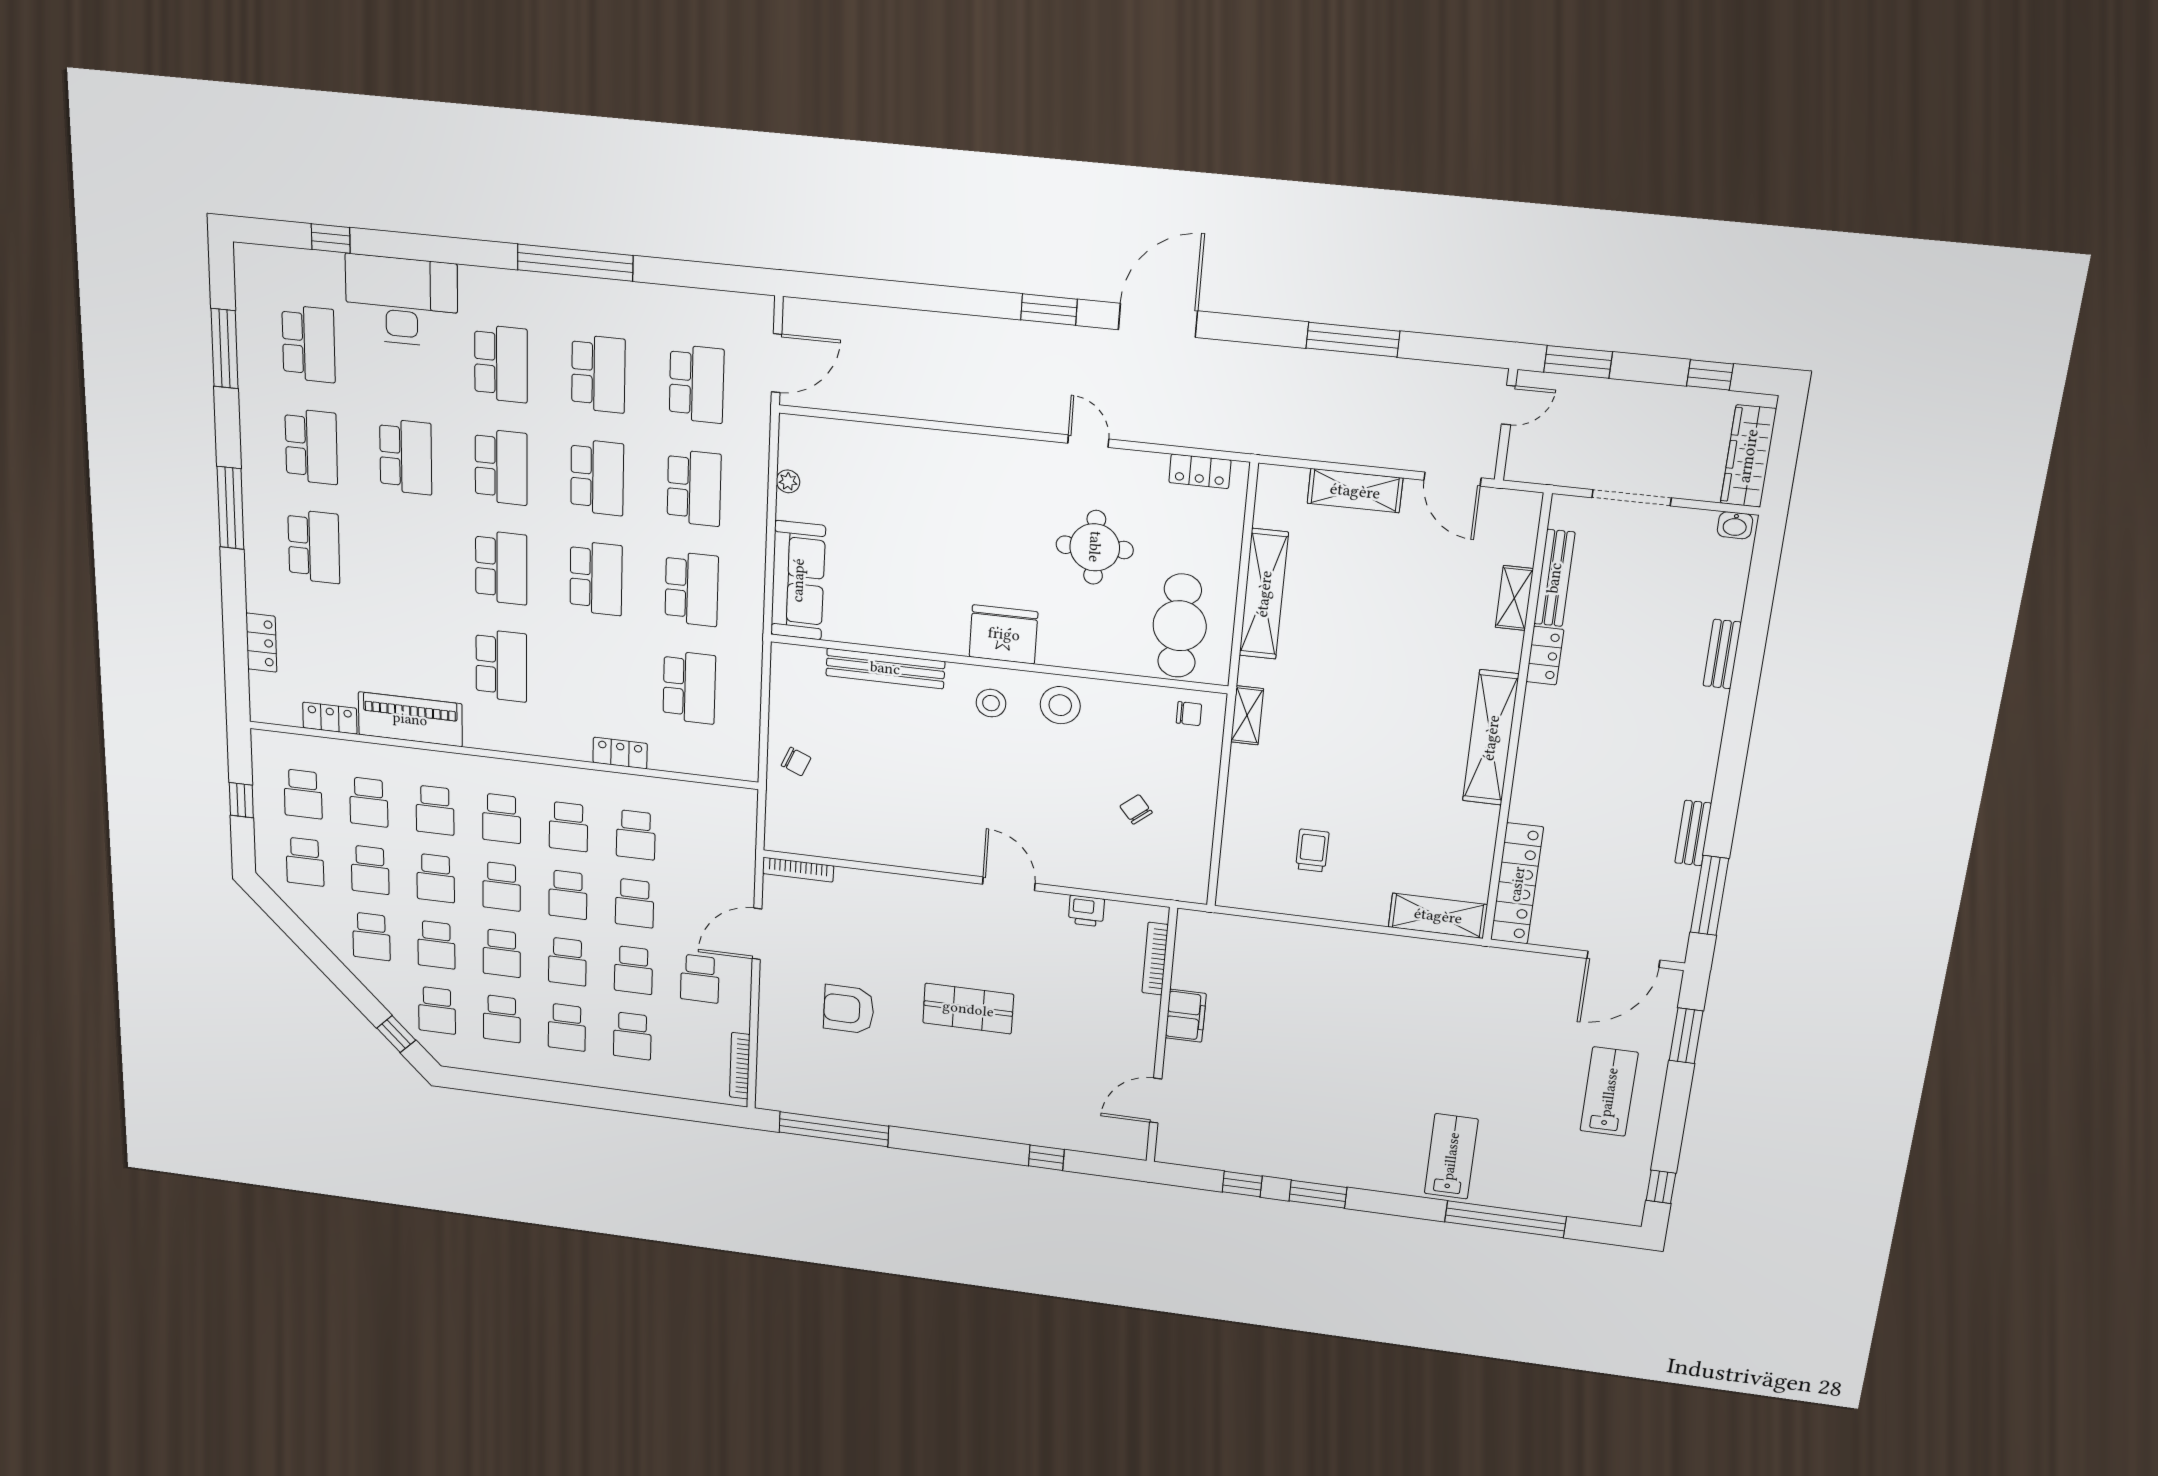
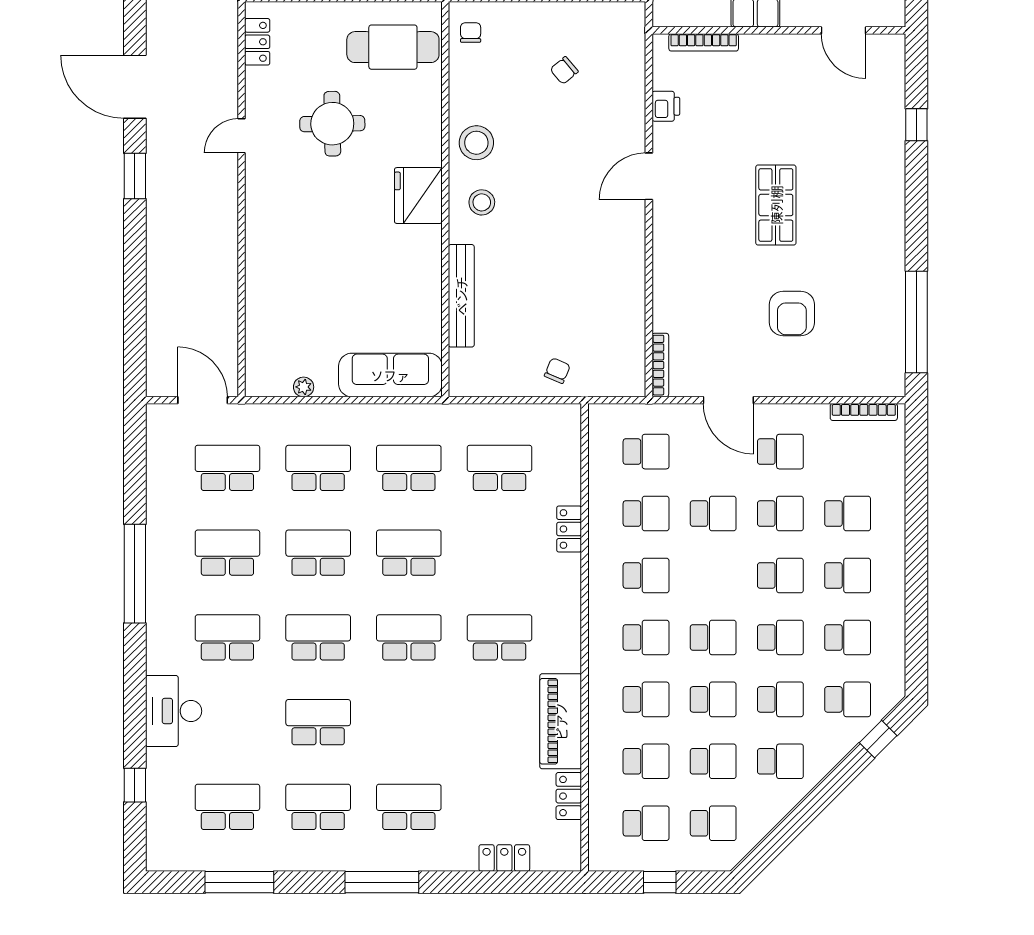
desk: (402, 301) -> (174, 711), width x0.73, depth x0.77
school desk: (568, 895) -> (646, 452), moved

